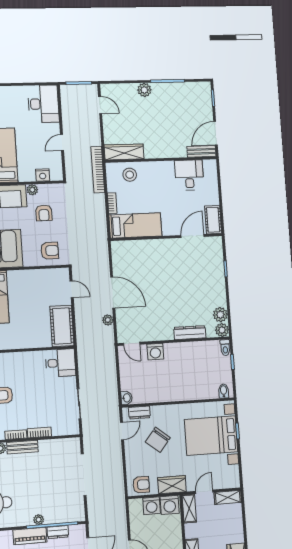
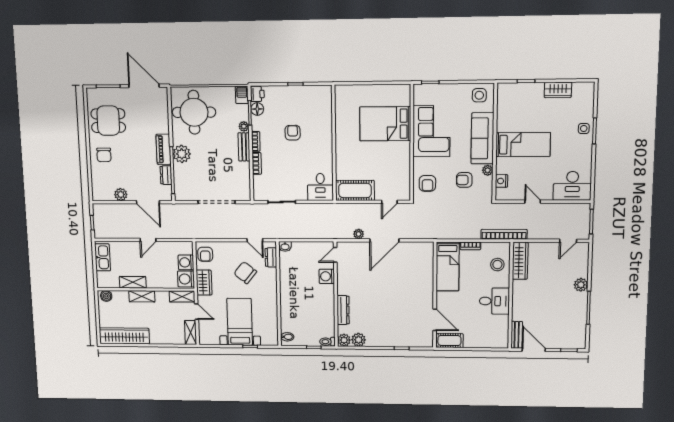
desk: (189, 175) -> (494, 301), moved
bed with nightstands: (211, 436) -> (240, 322), width x0.73
plant: (39, 520) -> (182, 154), width x1.87, depth x1.87

